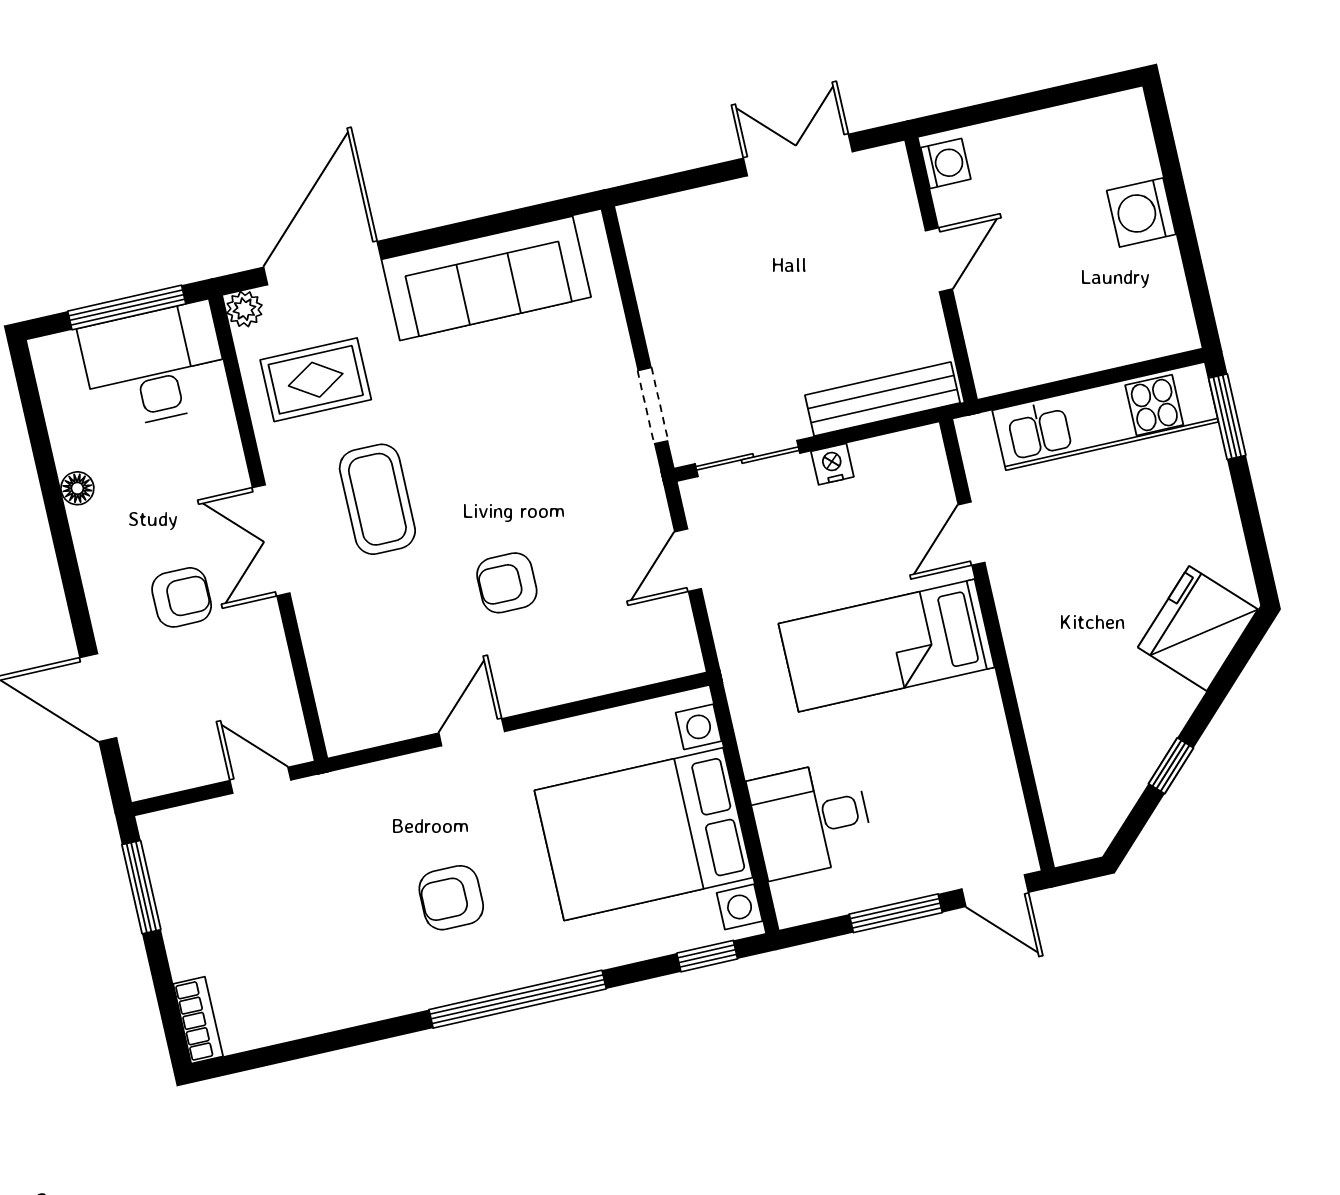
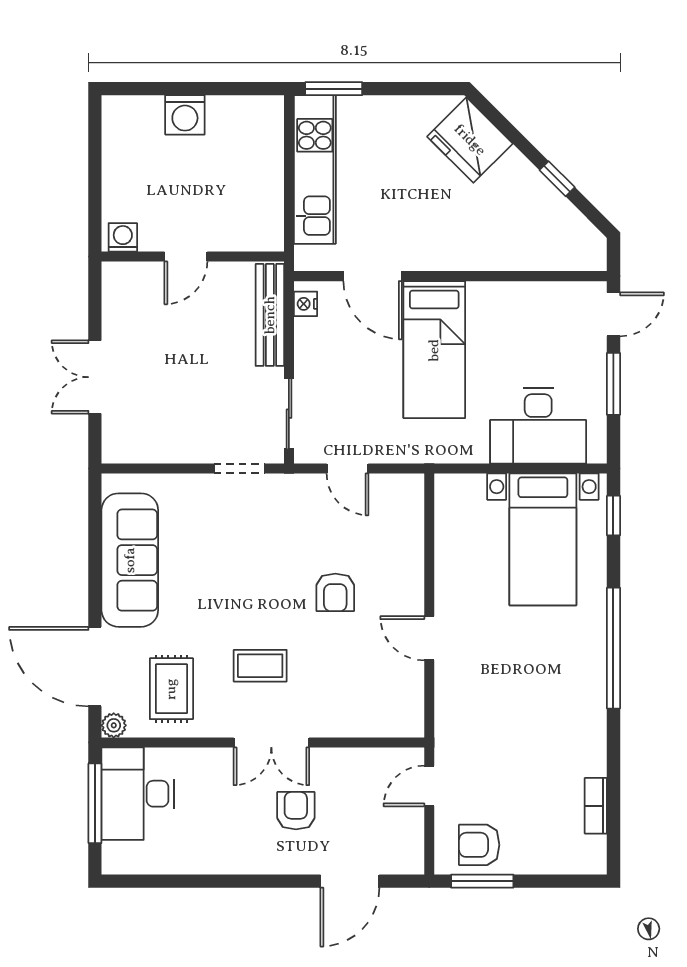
double door: (798, 155) -> (95, 377), moved
door: (939, 260) -> (186, 257), swing flipped
nightstand: (832, 464) -> (306, 304), moved
floor lamp: (77, 488) -> (208, 863), removed
coffee table: (377, 499) -> (260, 666), width x0.73, depth x0.77
door: (972, 534) -> (373, 276), width x1.37
desk: (811, 819) -> (538, 426), width x1.37
bed with nightstands: (644, 834) -> (543, 539), width x0.73
armchair: (451, 898) -> (479, 845), moved, turned 90
bookcase: (198, 1020) -> (596, 806), moved, turned -90

